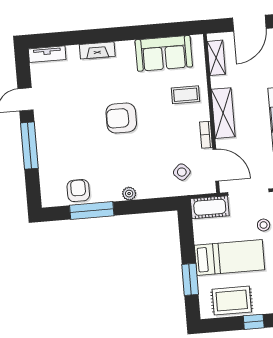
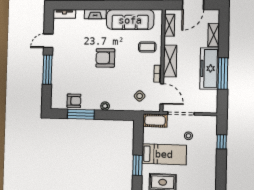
sofa: (164, 53) -> (130, 20), width x1.36
armchair: (78, 191) -> (74, 101), turned 90

